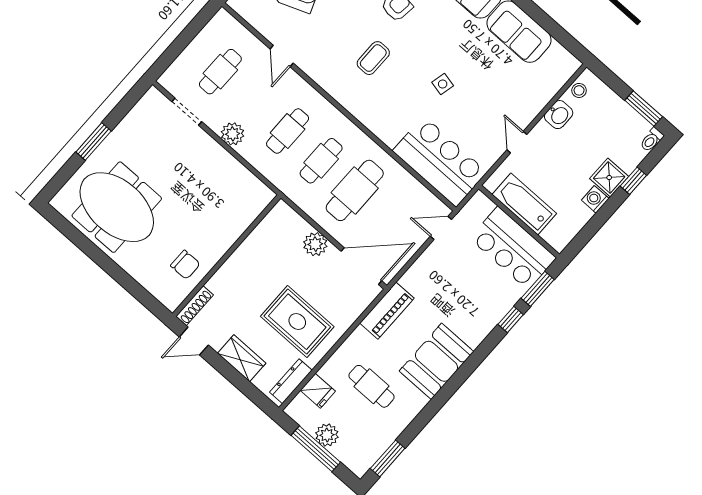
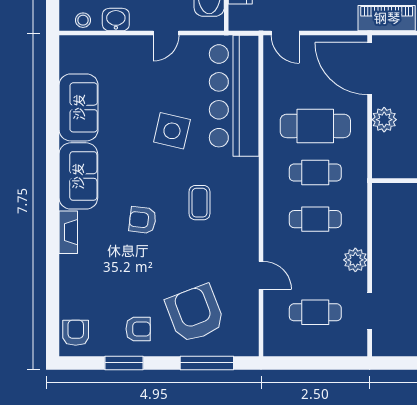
door: (282, 56) -> (261, 275), hinge flipped
coffee table: (373, 58) -> (199, 203), turned 90
side table: (443, 84) -> (172, 131), width x1.87, depth x1.87
bar counter: (440, 161) -> (234, 96), width x1.36

